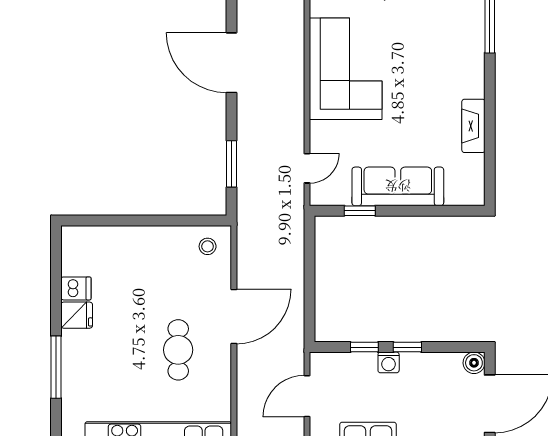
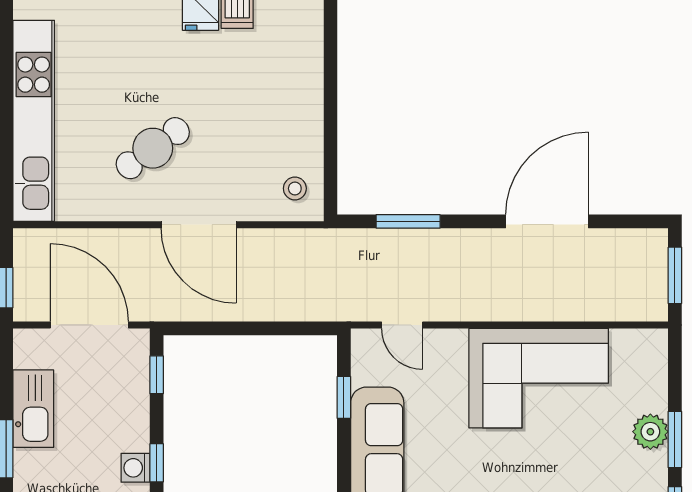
window: (364, 347) -> (157, 375), moved
cafe table: (178, 350) -> (153, 148), turned -36
washing machine: (389, 362) -> (136, 468), moved
door: (307, 396) -> (89, 325), width x1.36

